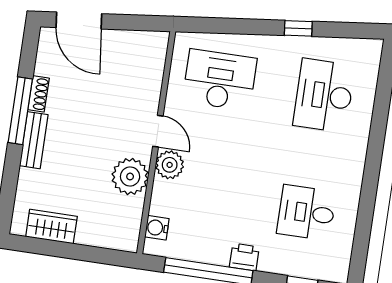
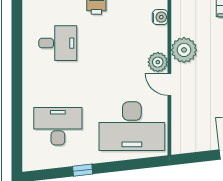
desk: (220, 80) -> (132, 126), width x1.36, depth x1.30
desk: (324, 95) -> (58, 126), turned -90

